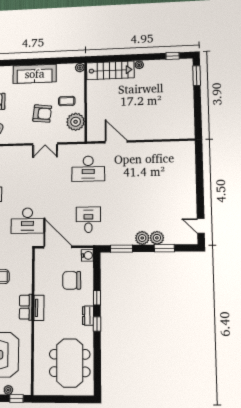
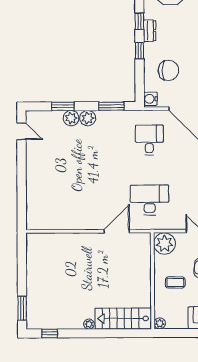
plant: (76, 122) -> (165, 244), moved
door: (116, 142) -> (117, 231), swing flipped
desk: (88, 220) -> (149, 140), turned 180

